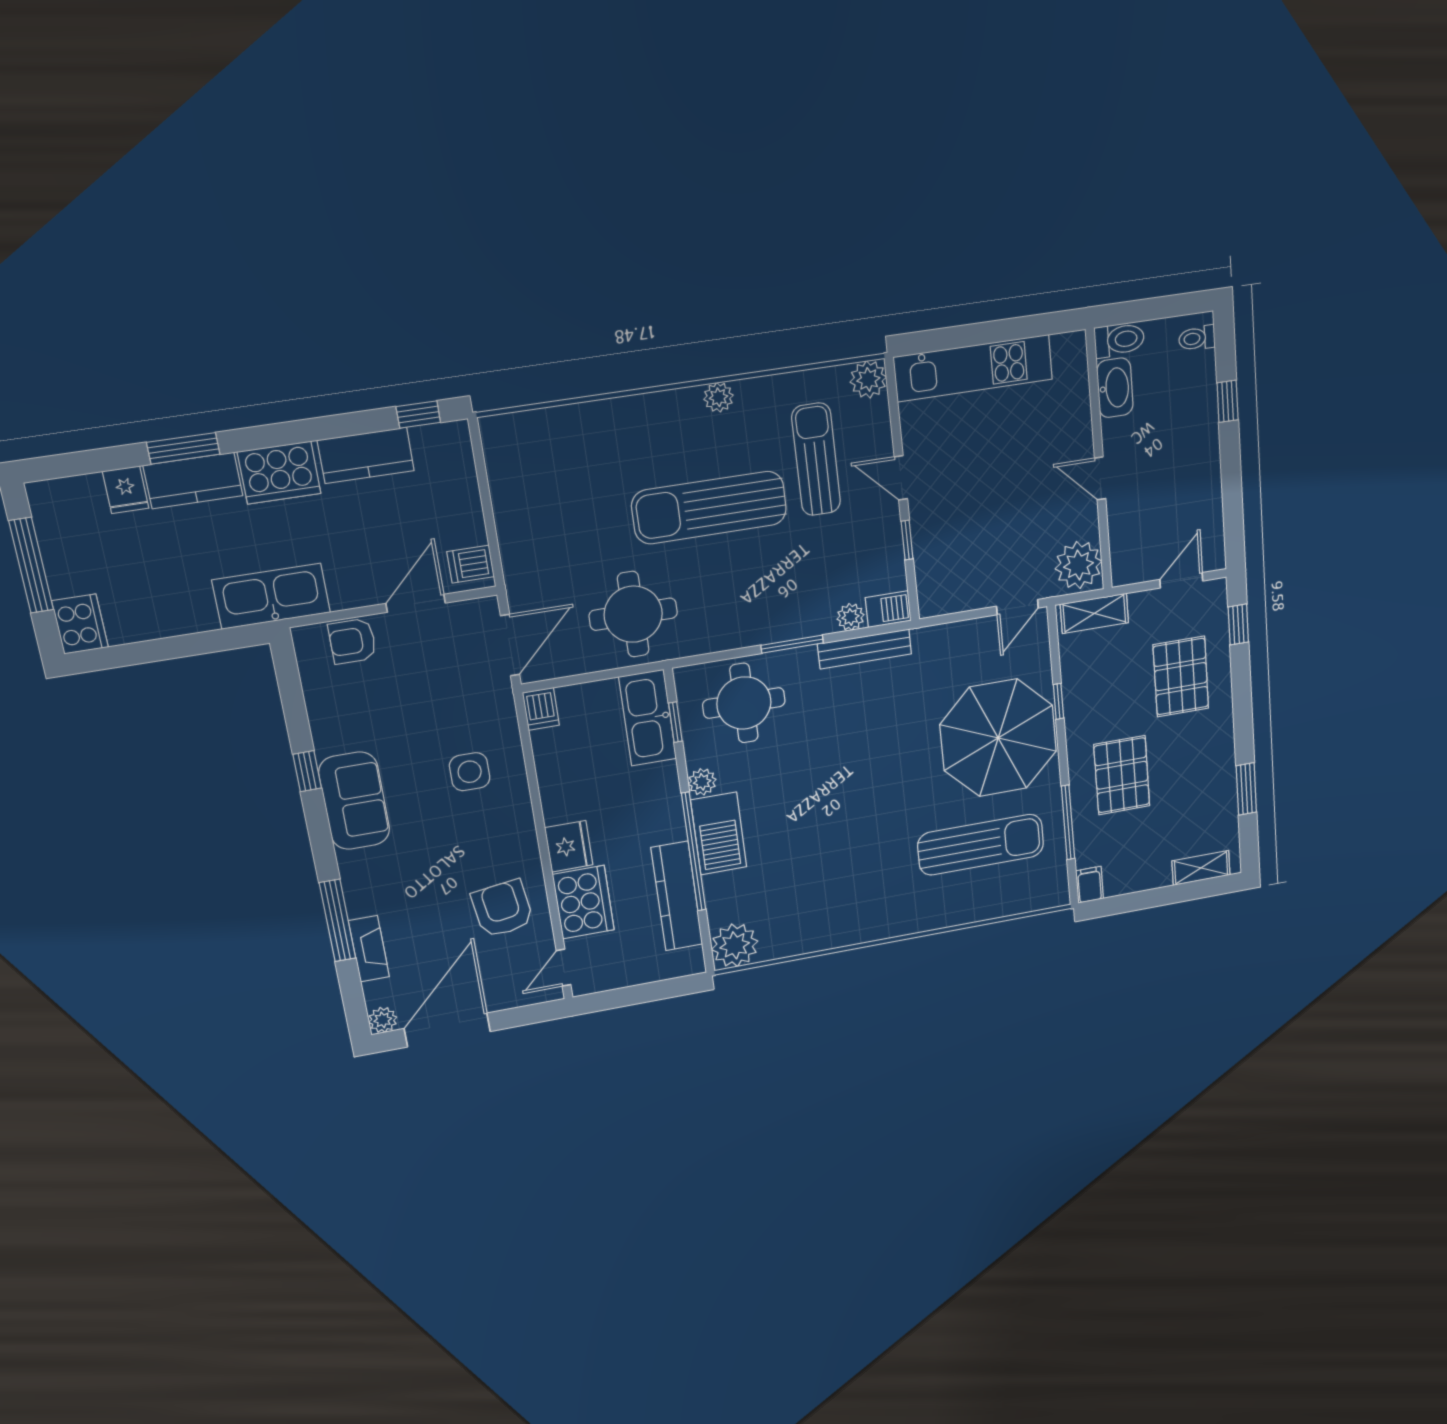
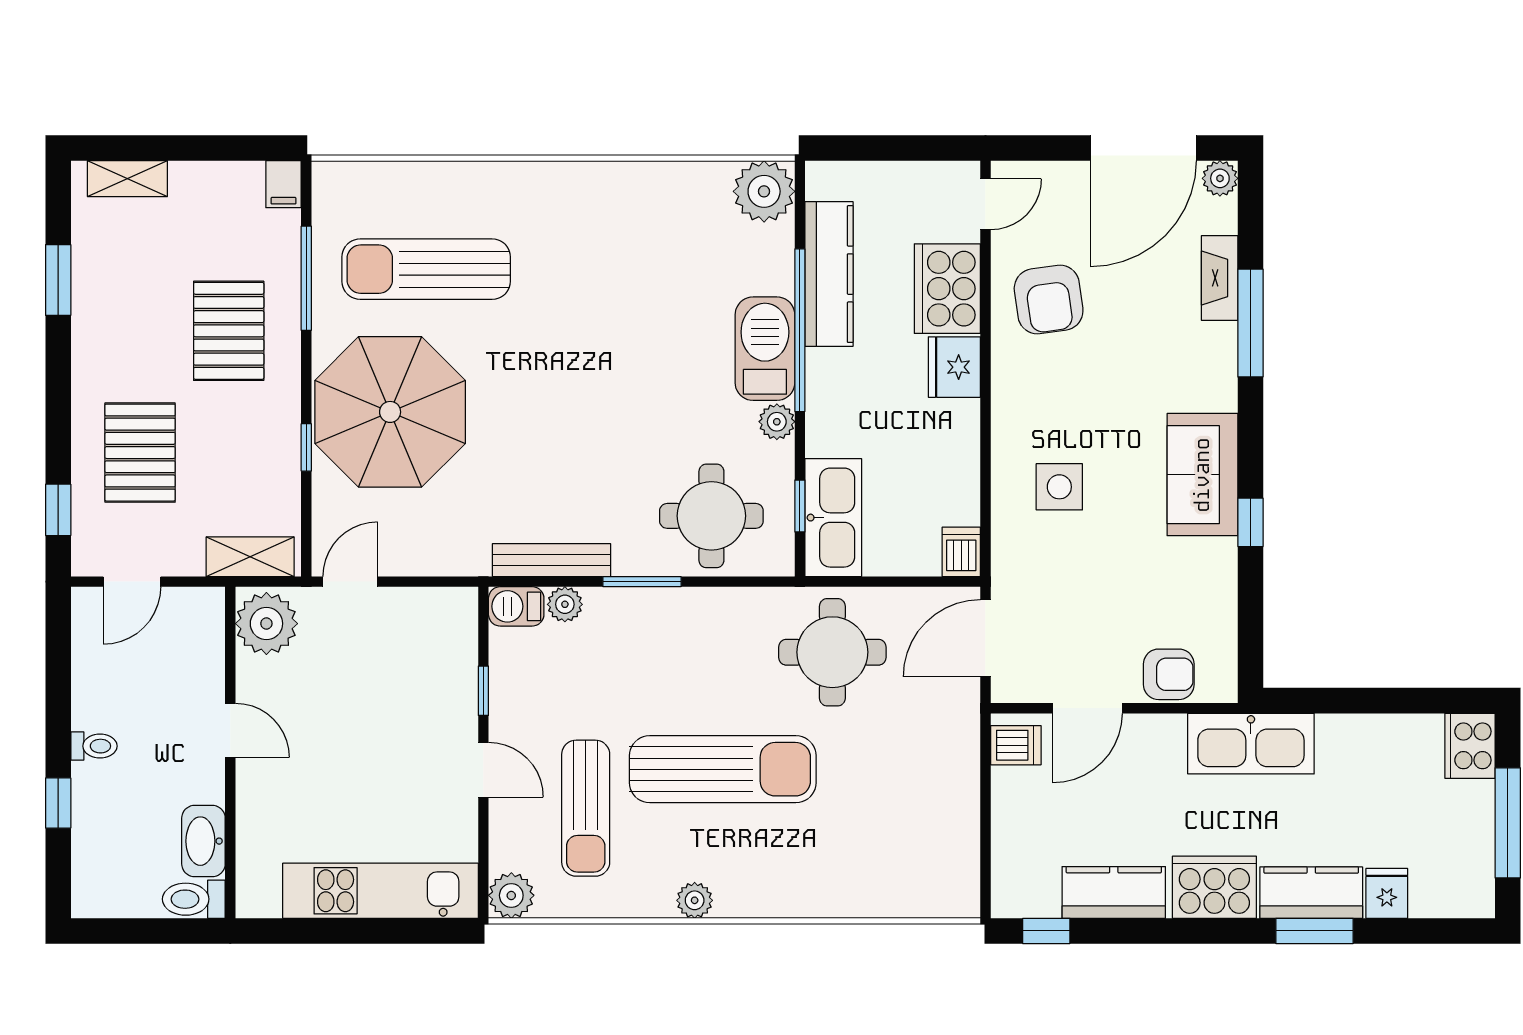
toilet: (1197, 338) -> (94, 746), moved

